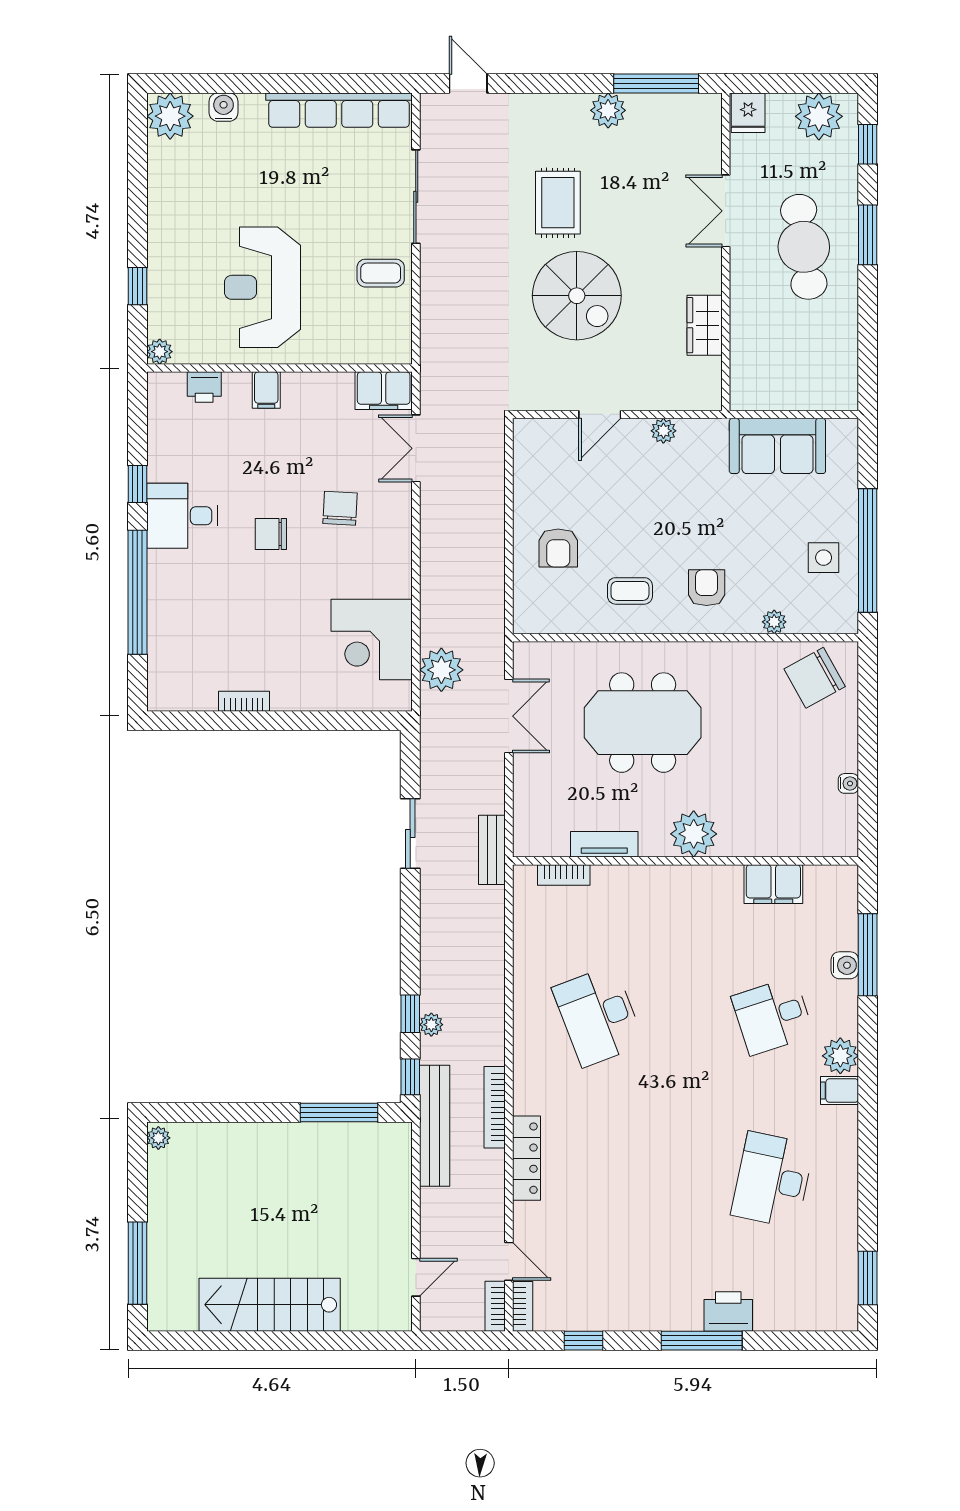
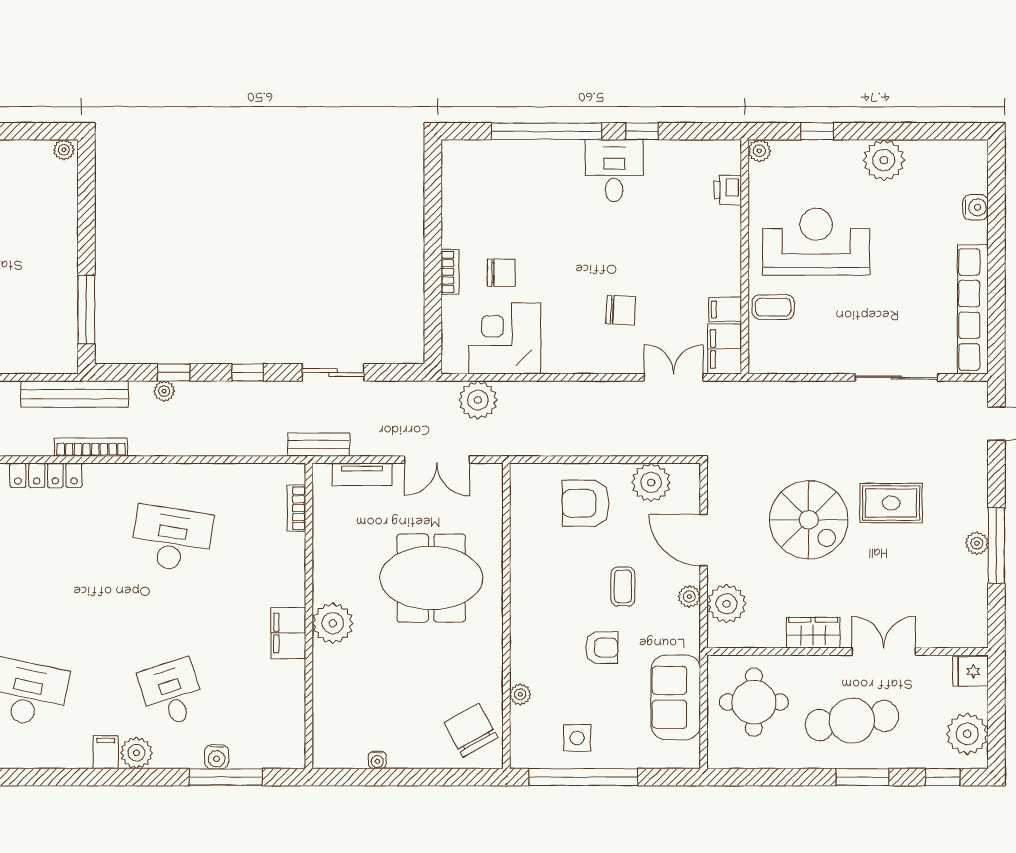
window: (656, 83) -> (996, 546), moved
plant: (608, 110) -> (977, 543), width x0.73, depth x0.73
plant: (170, 116) -> (884, 160), moved
coffee table: (381, 273) -> (773, 307), moved, turned 90
spiral stairs: (577, 296) -> (809, 520), turned -90
wardrobe: (705, 325) -> (813, 633), moved
round table: (783, 358) -> (754, 702), added
plant: (672, 389) -> (727, 604), added
filing cabinet: (266, 390) -> (725, 309), moved
door: (600, 414) -> (704, 540), width x1.38
plant: (535, 474) -> (651, 482), added
chair: (271, 534) -> (501, 273), moved, turned 90
armchair: (558, 548) -> (586, 503), width x1.38, depth x1.38
armchair: (707, 588) -> (602, 648), moved
coffee table: (630, 591) -> (623, 587), moved
bookcase: (244, 701) -> (450, 272), moved
meeting table: (643, 723) -> (431, 578), turned 90
tv unit: (604, 844) -> (362, 474), moved, turned 90
filing cabinet: (773, 884) -> (288, 633), moved
desk: (598, 1016) -> (172, 539), turned 30
window: (410, 1077) -> (248, 372), moved

